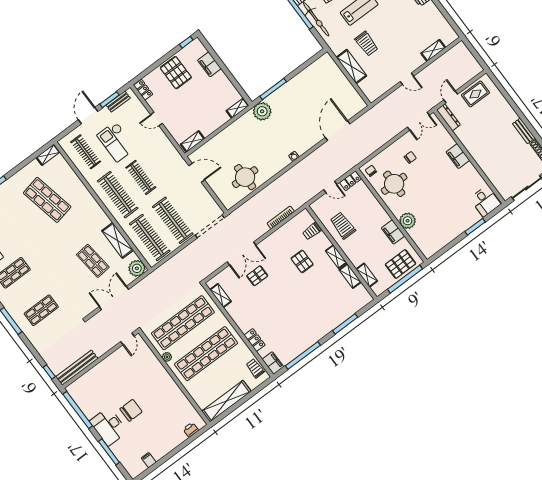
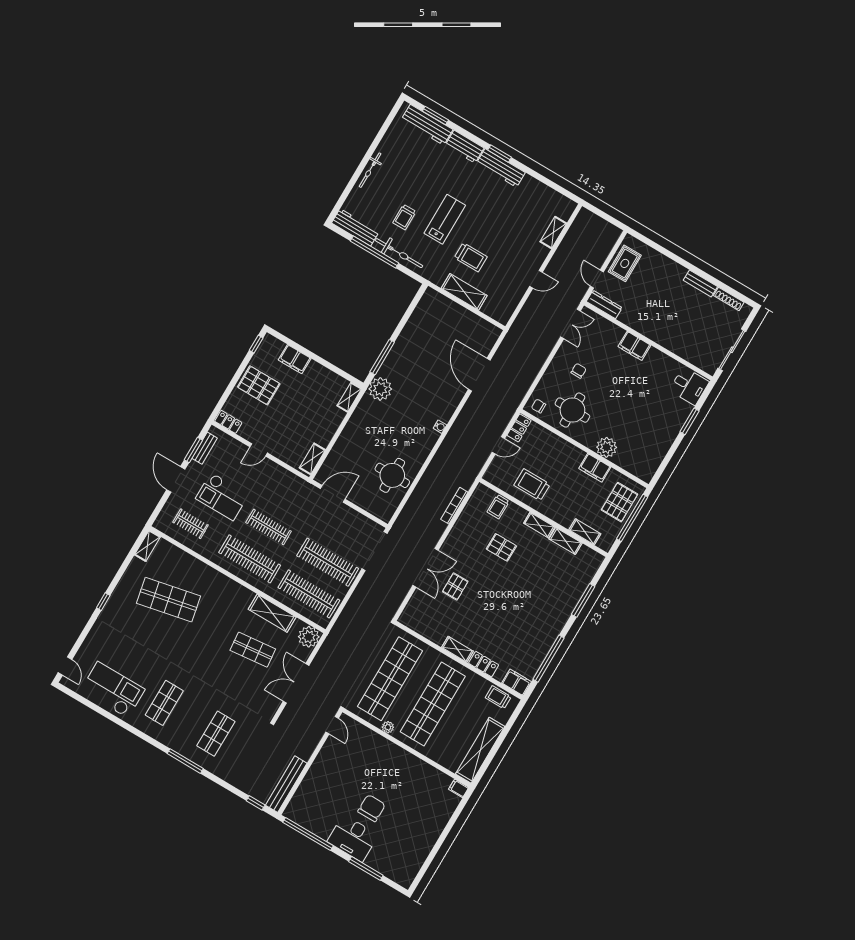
clothes rail: (86, 152) -> (191, 524), width x0.73
shelving: (221, 295) -> (457, 649), moved
printer: (191, 430) -> (452, 802), removed
filing cabinet: (149, 460) -> (459, 788), moved

